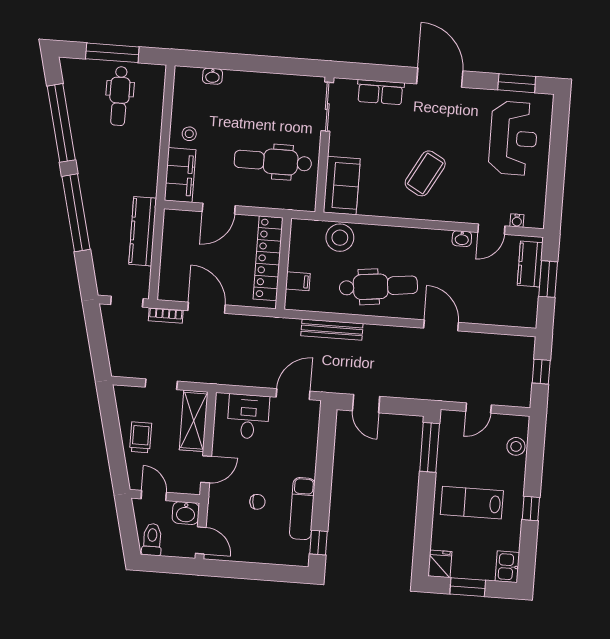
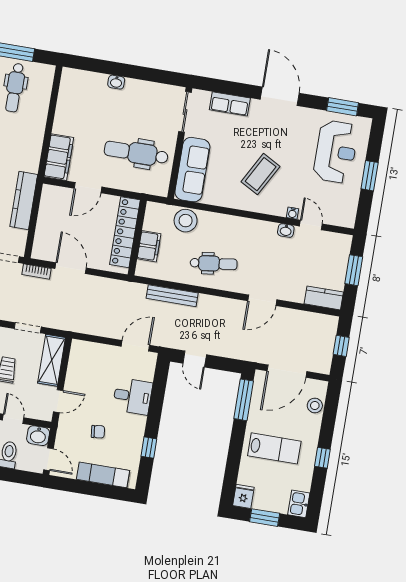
washbasin: (212, 76) -> (116, 82), moved
stool: (189, 134) -> (69, 124), removed
window: (557, 163) -> (370, 176), added
sofa: (342, 186) -> (192, 170), width x1.36
water cooler: (517, 221) -> (292, 213), moved
door: (491, 229) -> (311, 225), swing flipped
kitchen counter: (530, 264) -> (324, 298), moved, turned 90
filing cabinet: (298, 281) -> (149, 246), width x2.00
dental chair: (378, 286) -> (214, 264), width x0.73, depth x0.72
door: (441, 325) -> (262, 300), swing flipped
door: (479, 408) -> (287, 371), width x1.88
desk: (248, 417) -> (133, 396), moved, turned 90
lab bench: (472, 503) -> (274, 448), turned 180
exam couch: (302, 509) -> (103, 475), moved, turned 90
window: (318, 543) -> (149, 448), moved

